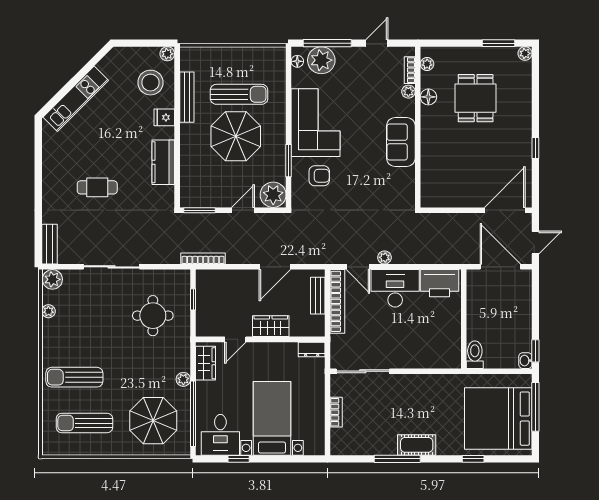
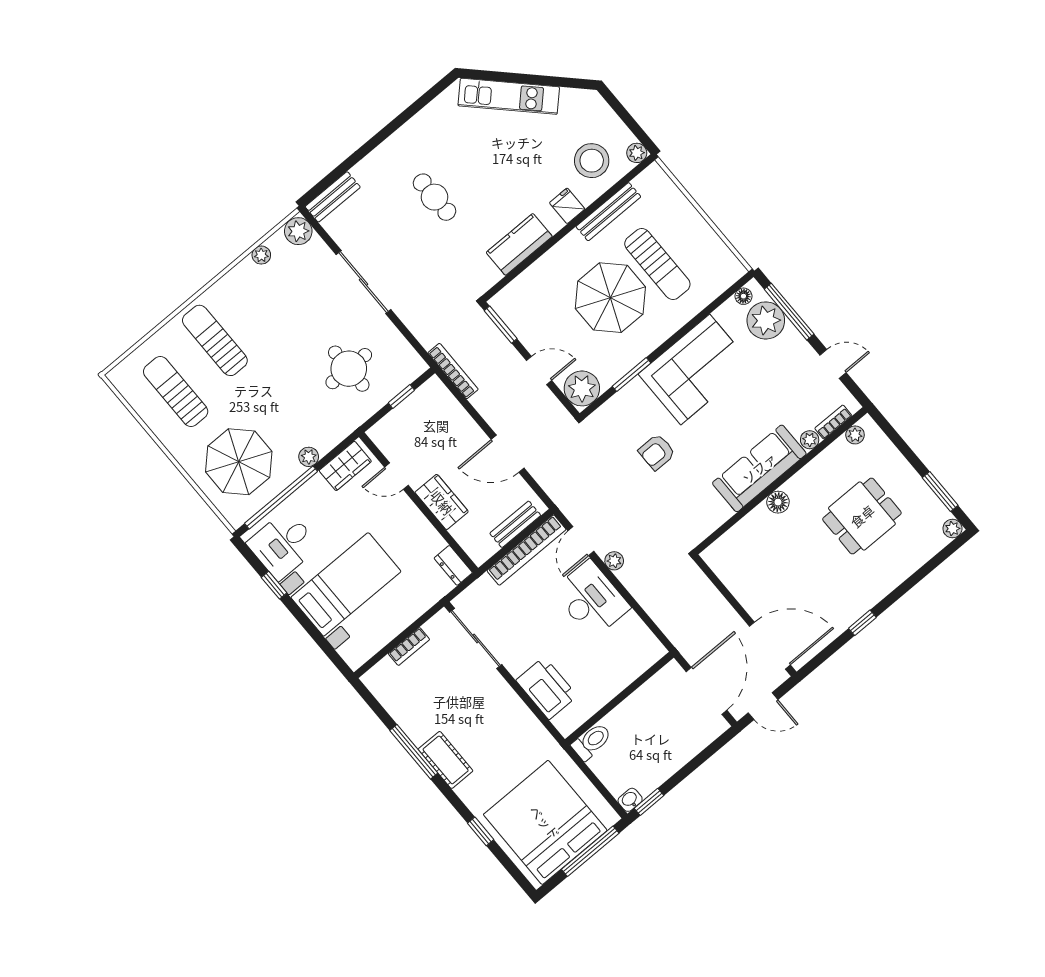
floor lamp: (428, 97) -> (778, 502), moved
sofa: (401, 142) -> (759, 468), width x1.36
armchair: (319, 176) -> (657, 452), moved, turned 90
printer: (440, 283) -> (547, 688), moved, turned 180

